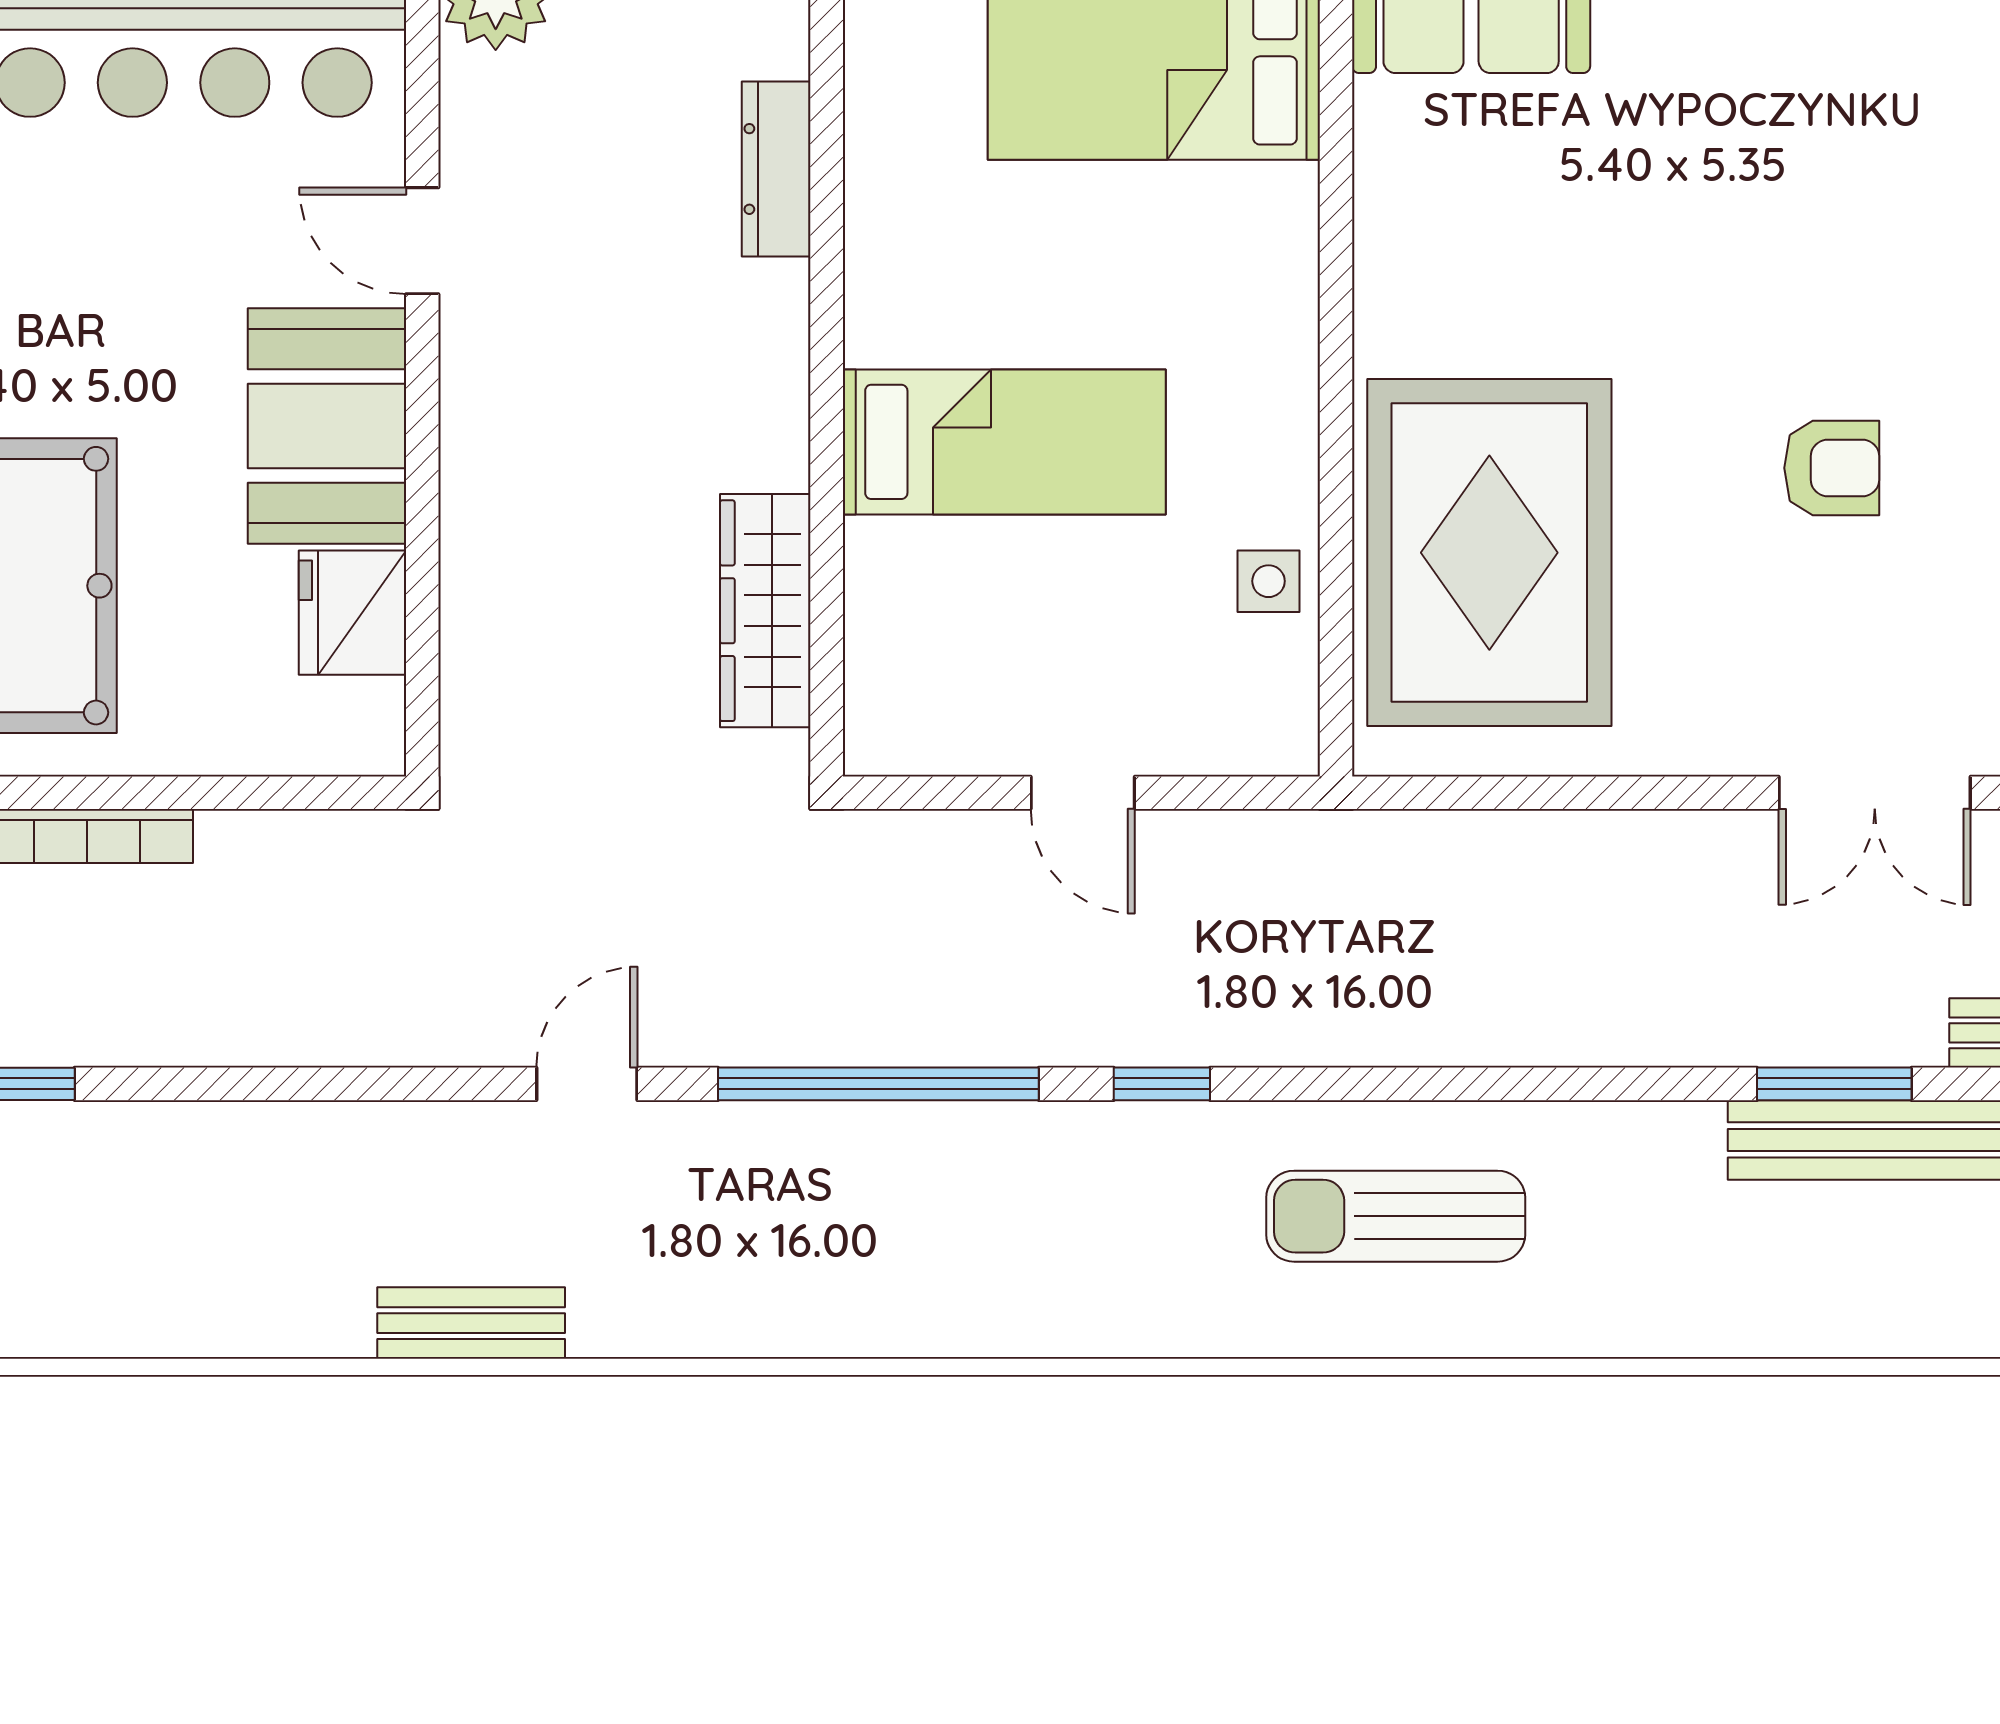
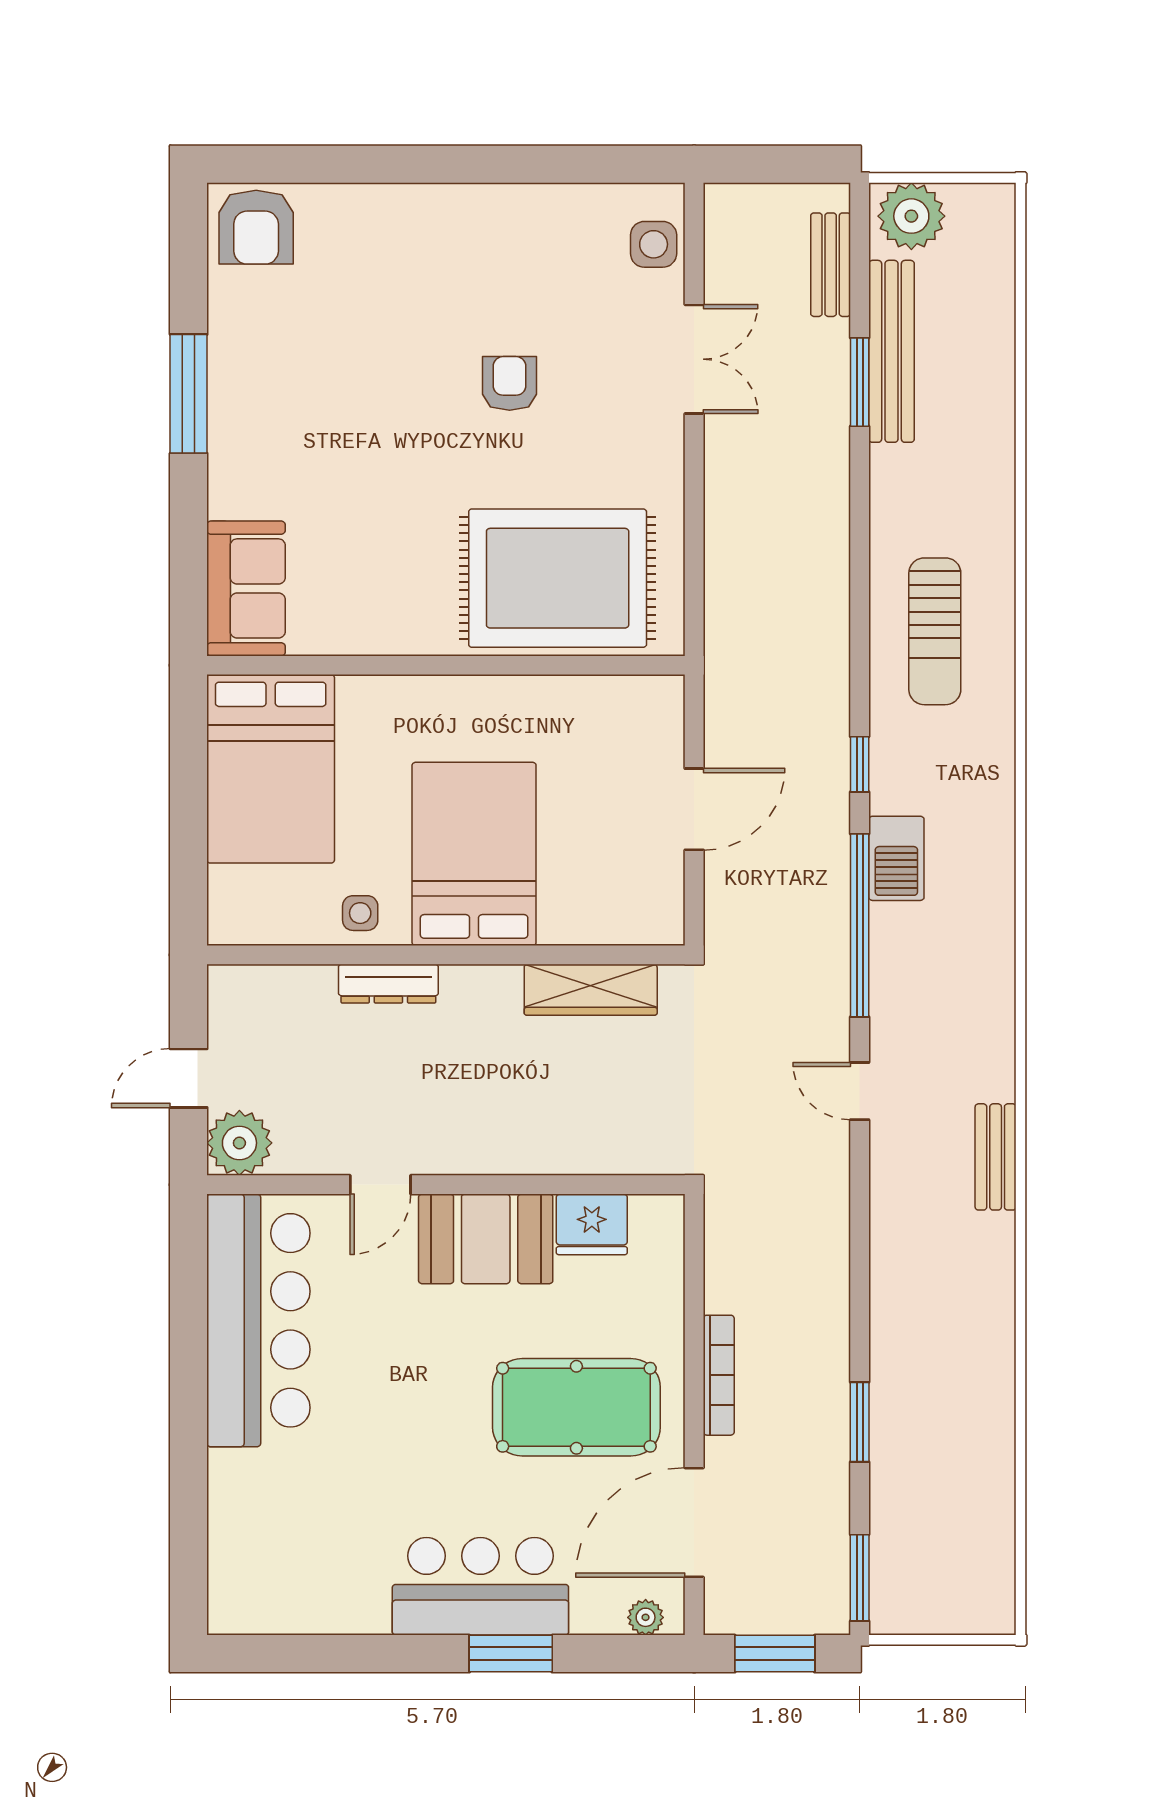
dresser: (776, 169) -> (388, 984), moved
bed: (1004, 442) -> (474, 854), width x1.50
side table: (1269, 581) -> (360, 913), moved
door: (1083, 793) -> (694, 809), width x1.38
barbecue: (996, 1149) -> (896, 858), added

